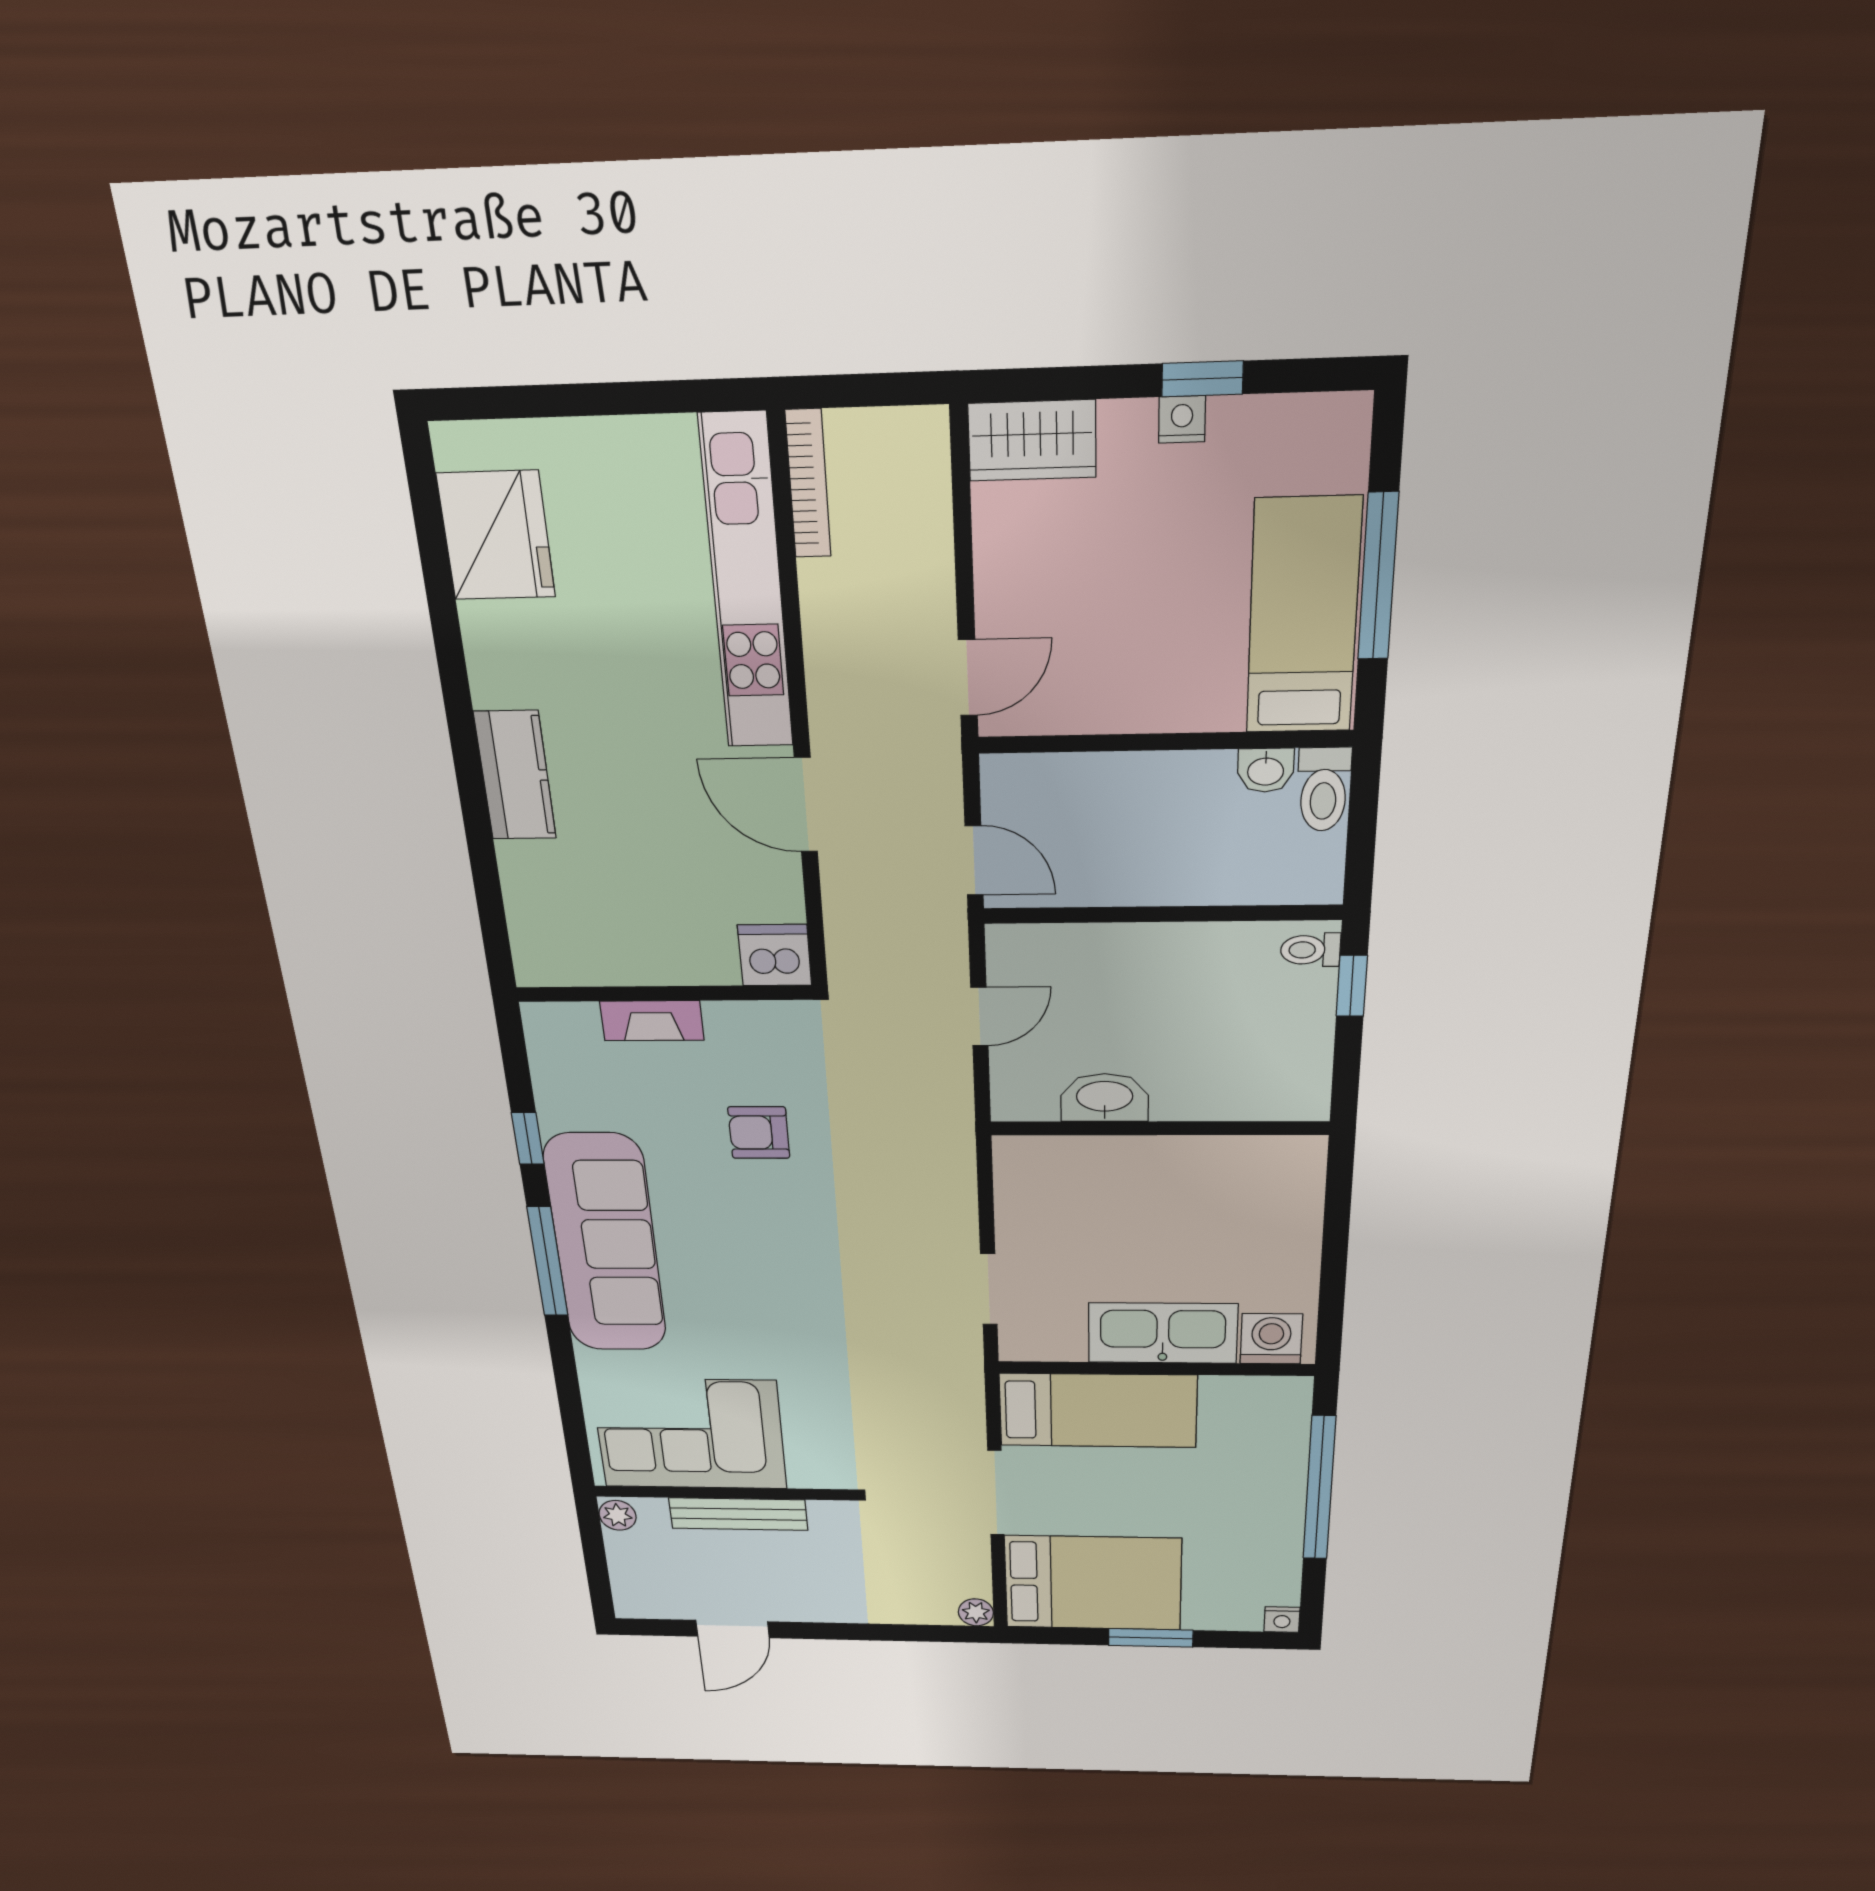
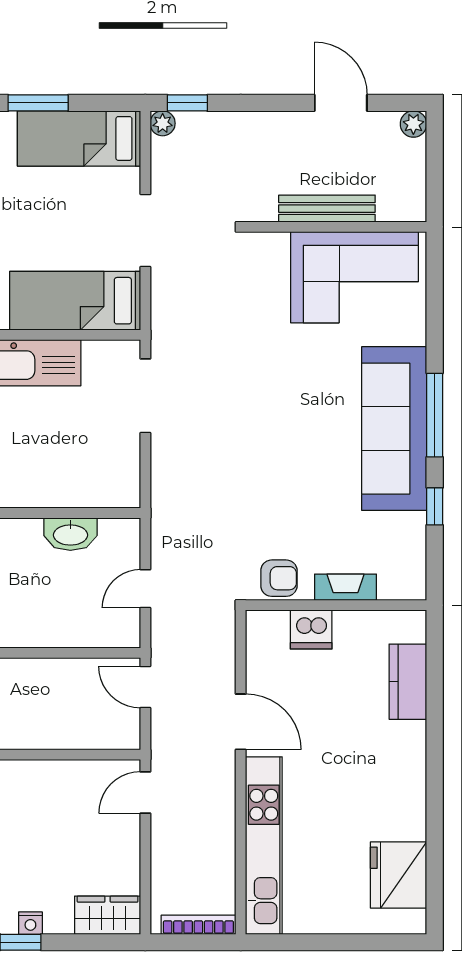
bookcase: (808, 484) -> (198, 925), moved, turned 90
kitchen counter: (515, 775) -> (408, 682), moved
dishwasher: (775, 955) -> (311, 629), moved
armchair: (759, 1133) -> (279, 578), moved
doorway: (989, 1289) -> (145, 396), width x1.38
plant: (618, 1515) -> (413, 124), moved
bed: (1093, 1583) -> (79, 138), width x0.67
door: (733, 1629) -> (341, 103), hinge flipped
window: (943, 1633) -> (187, 103), added

